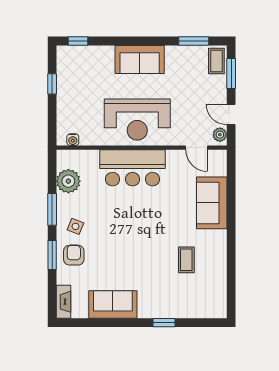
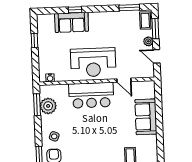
window: (78, 41) -> (75, 10), moved
sofa: (140, 59) -> (72, 22), moved
plant: (220, 135) -> (148, 41), moved
door: (197, 148) -> (124, 80), moved
window: (52, 209) -> (37, 105), moved

